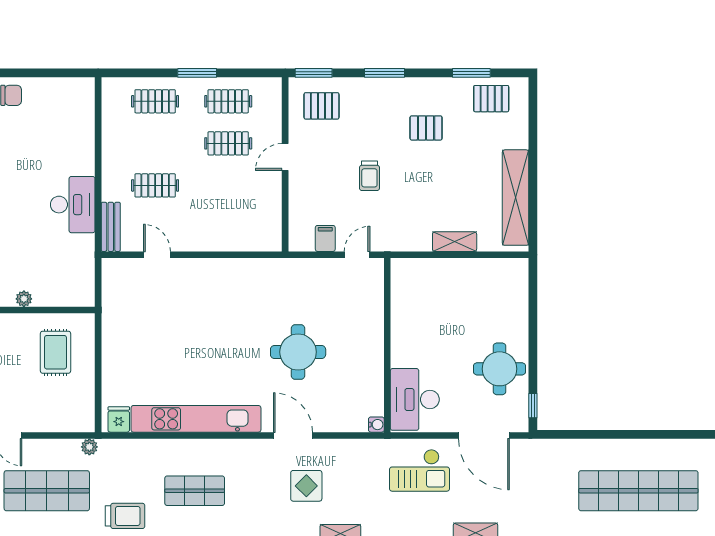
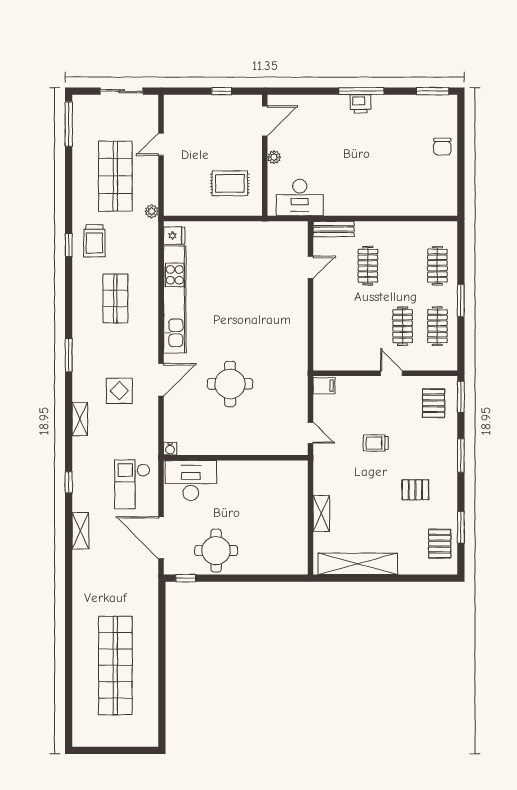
pallet: (426, 128) -> (415, 490), turned 90
desk: (73, 205) -> (300, 198), moved
filing cabinet: (325, 238) -> (324, 386), moved
door: (484, 435) -> (161, 538), hinge flipped

